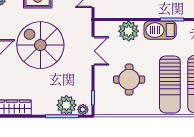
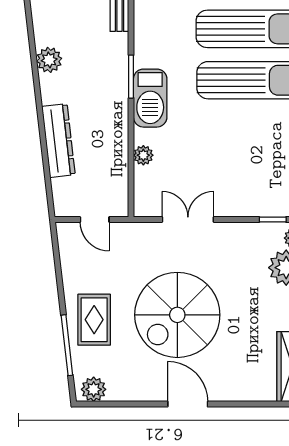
plant: (129, 31) -> (143, 155), width x0.53, depth x0.53
round table: (129, 80) -> (240, 154), removed

